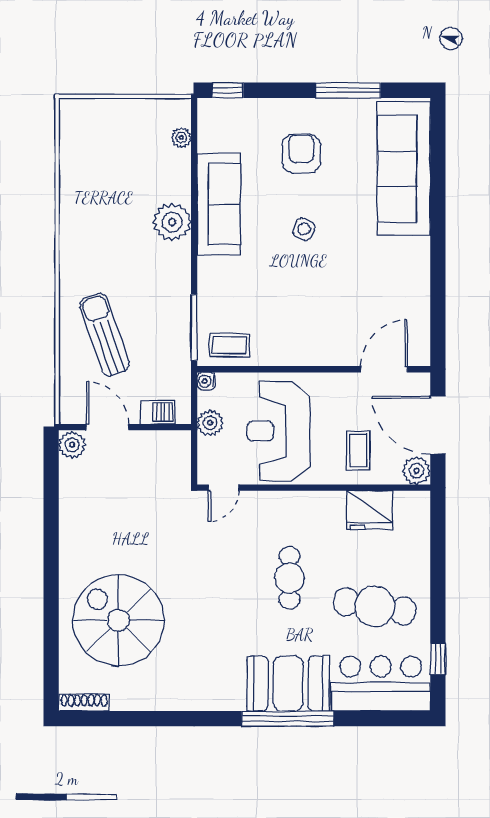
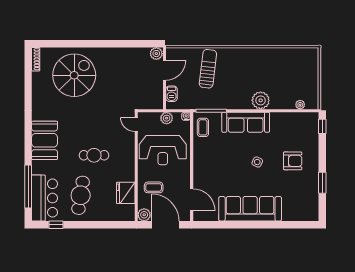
window: (348, 90) -> (322, 183), width x0.69
sofa: (404, 169) -> (250, 209), moved
sofa: (219, 204) -> (246, 122), moved
sun lounger: (105, 335) -> (208, 69), turned -64
door: (438, 425) -> (166, 225), hinge flipped
reception desk: (278, 431) -> (163, 150), turned 180
booth: (288, 684) -> (45, 140), moved
window: (288, 719) -> (28, 187), moved

